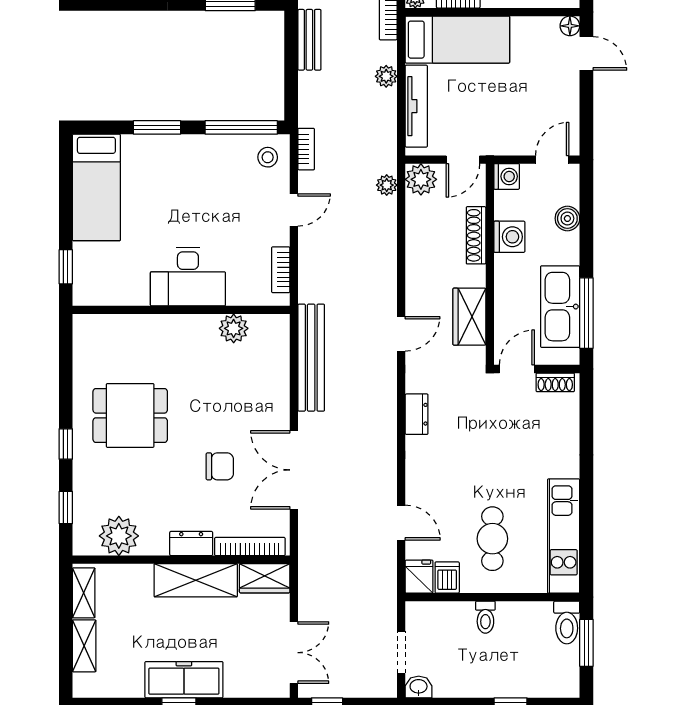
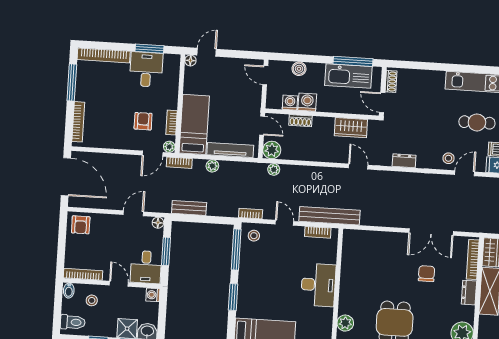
washing machine: (507, 176) -> (290, 103), moved
shoe rack: (476, 235) -> (300, 121), width x0.70
plant: (234, 328) -> (345, 323), moved
bench: (311, 358) -> (330, 216), moved
stool: (426, 492) -> (448, 158), added

